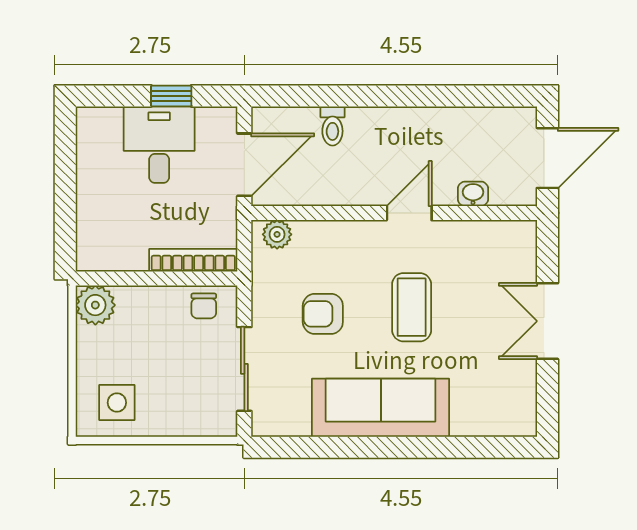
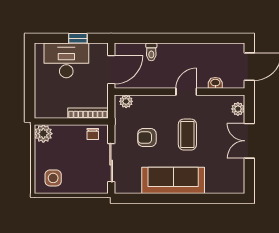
desk: (159, 145) -> (66, 60), width x1.37
plant: (523, 251) -> (238, 109), added

